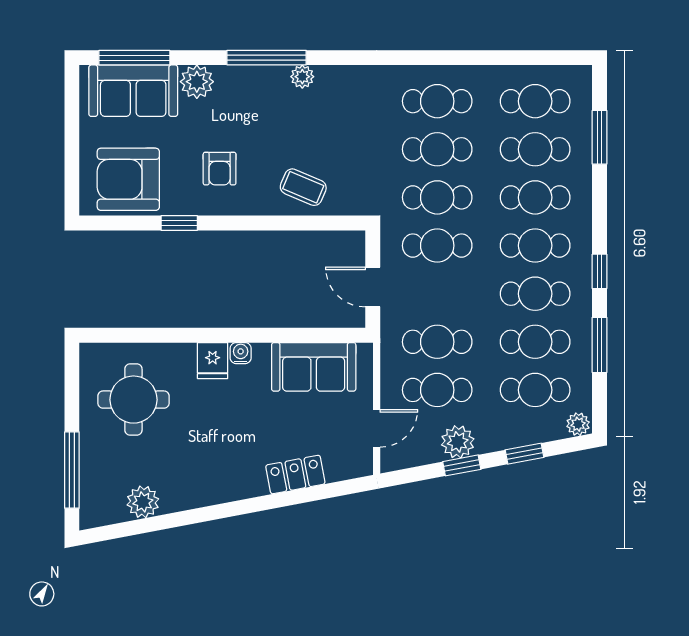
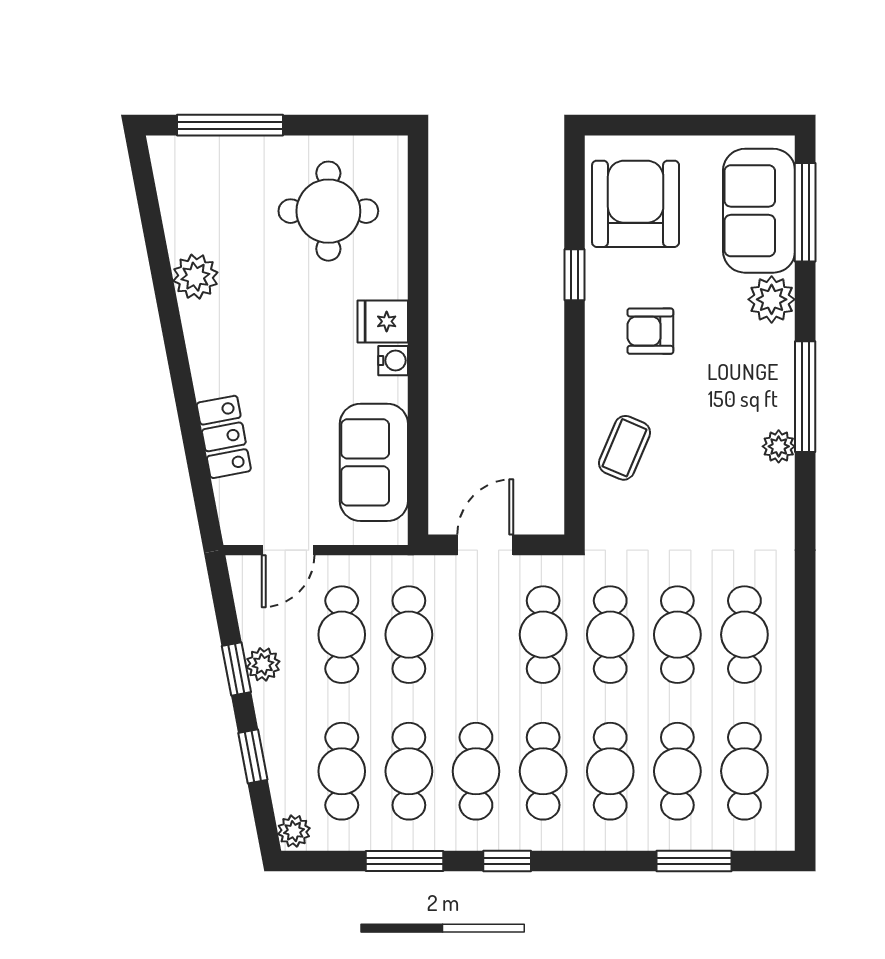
door: (377, 428) -> (288, 550), hinge flipped
plant: (458, 442) -> (263, 664), width x0.73, depth x0.73
plant: (143, 502) -> (195, 277), moved

